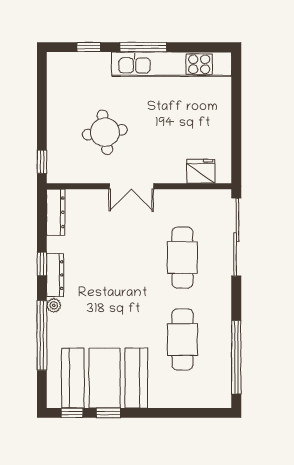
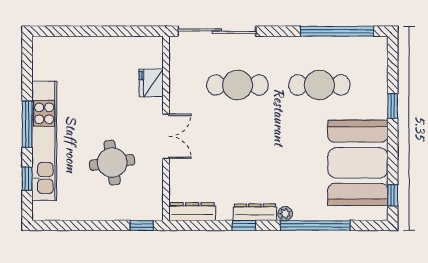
kitchen unit: (172, 64) -> (44, 141), moved
fridge: (201, 171) -> (151, 83), moved
window: (108, 413) -> (393, 106), moved

